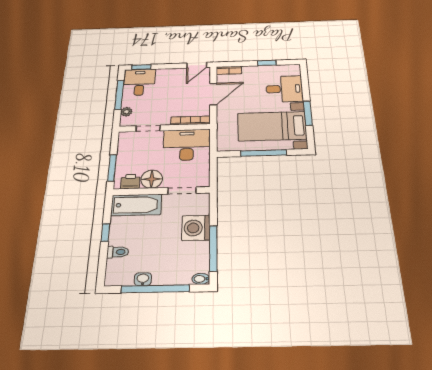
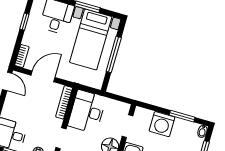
door: (213, 94) -> (43, 76), hinge flipped
window: (213, 248) -> (182, 116), width x0.69

